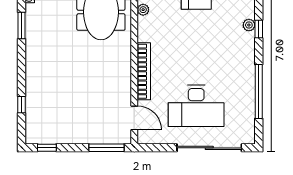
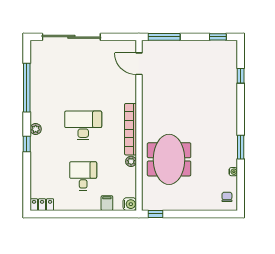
plant: (249, 25) -> (36, 129), moved
bookcase: (144, 71) -> (130, 129), moved
desk: (196, 106) -> (83, 125), moved, width x0.73, depth x0.77

